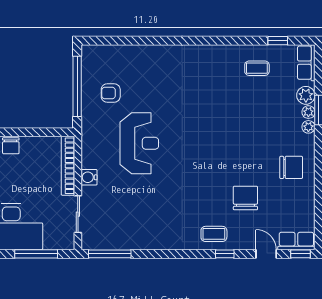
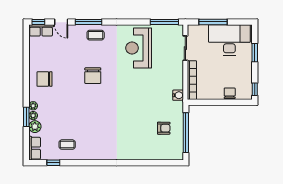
reception desk: (139, 143) -> (139, 48), moved
water cooler: (89, 177) -> (178, 95), moved
chair: (245, 198) -> (93, 76), moved
window: (225, 254) -> (88, 22), width x2.17

